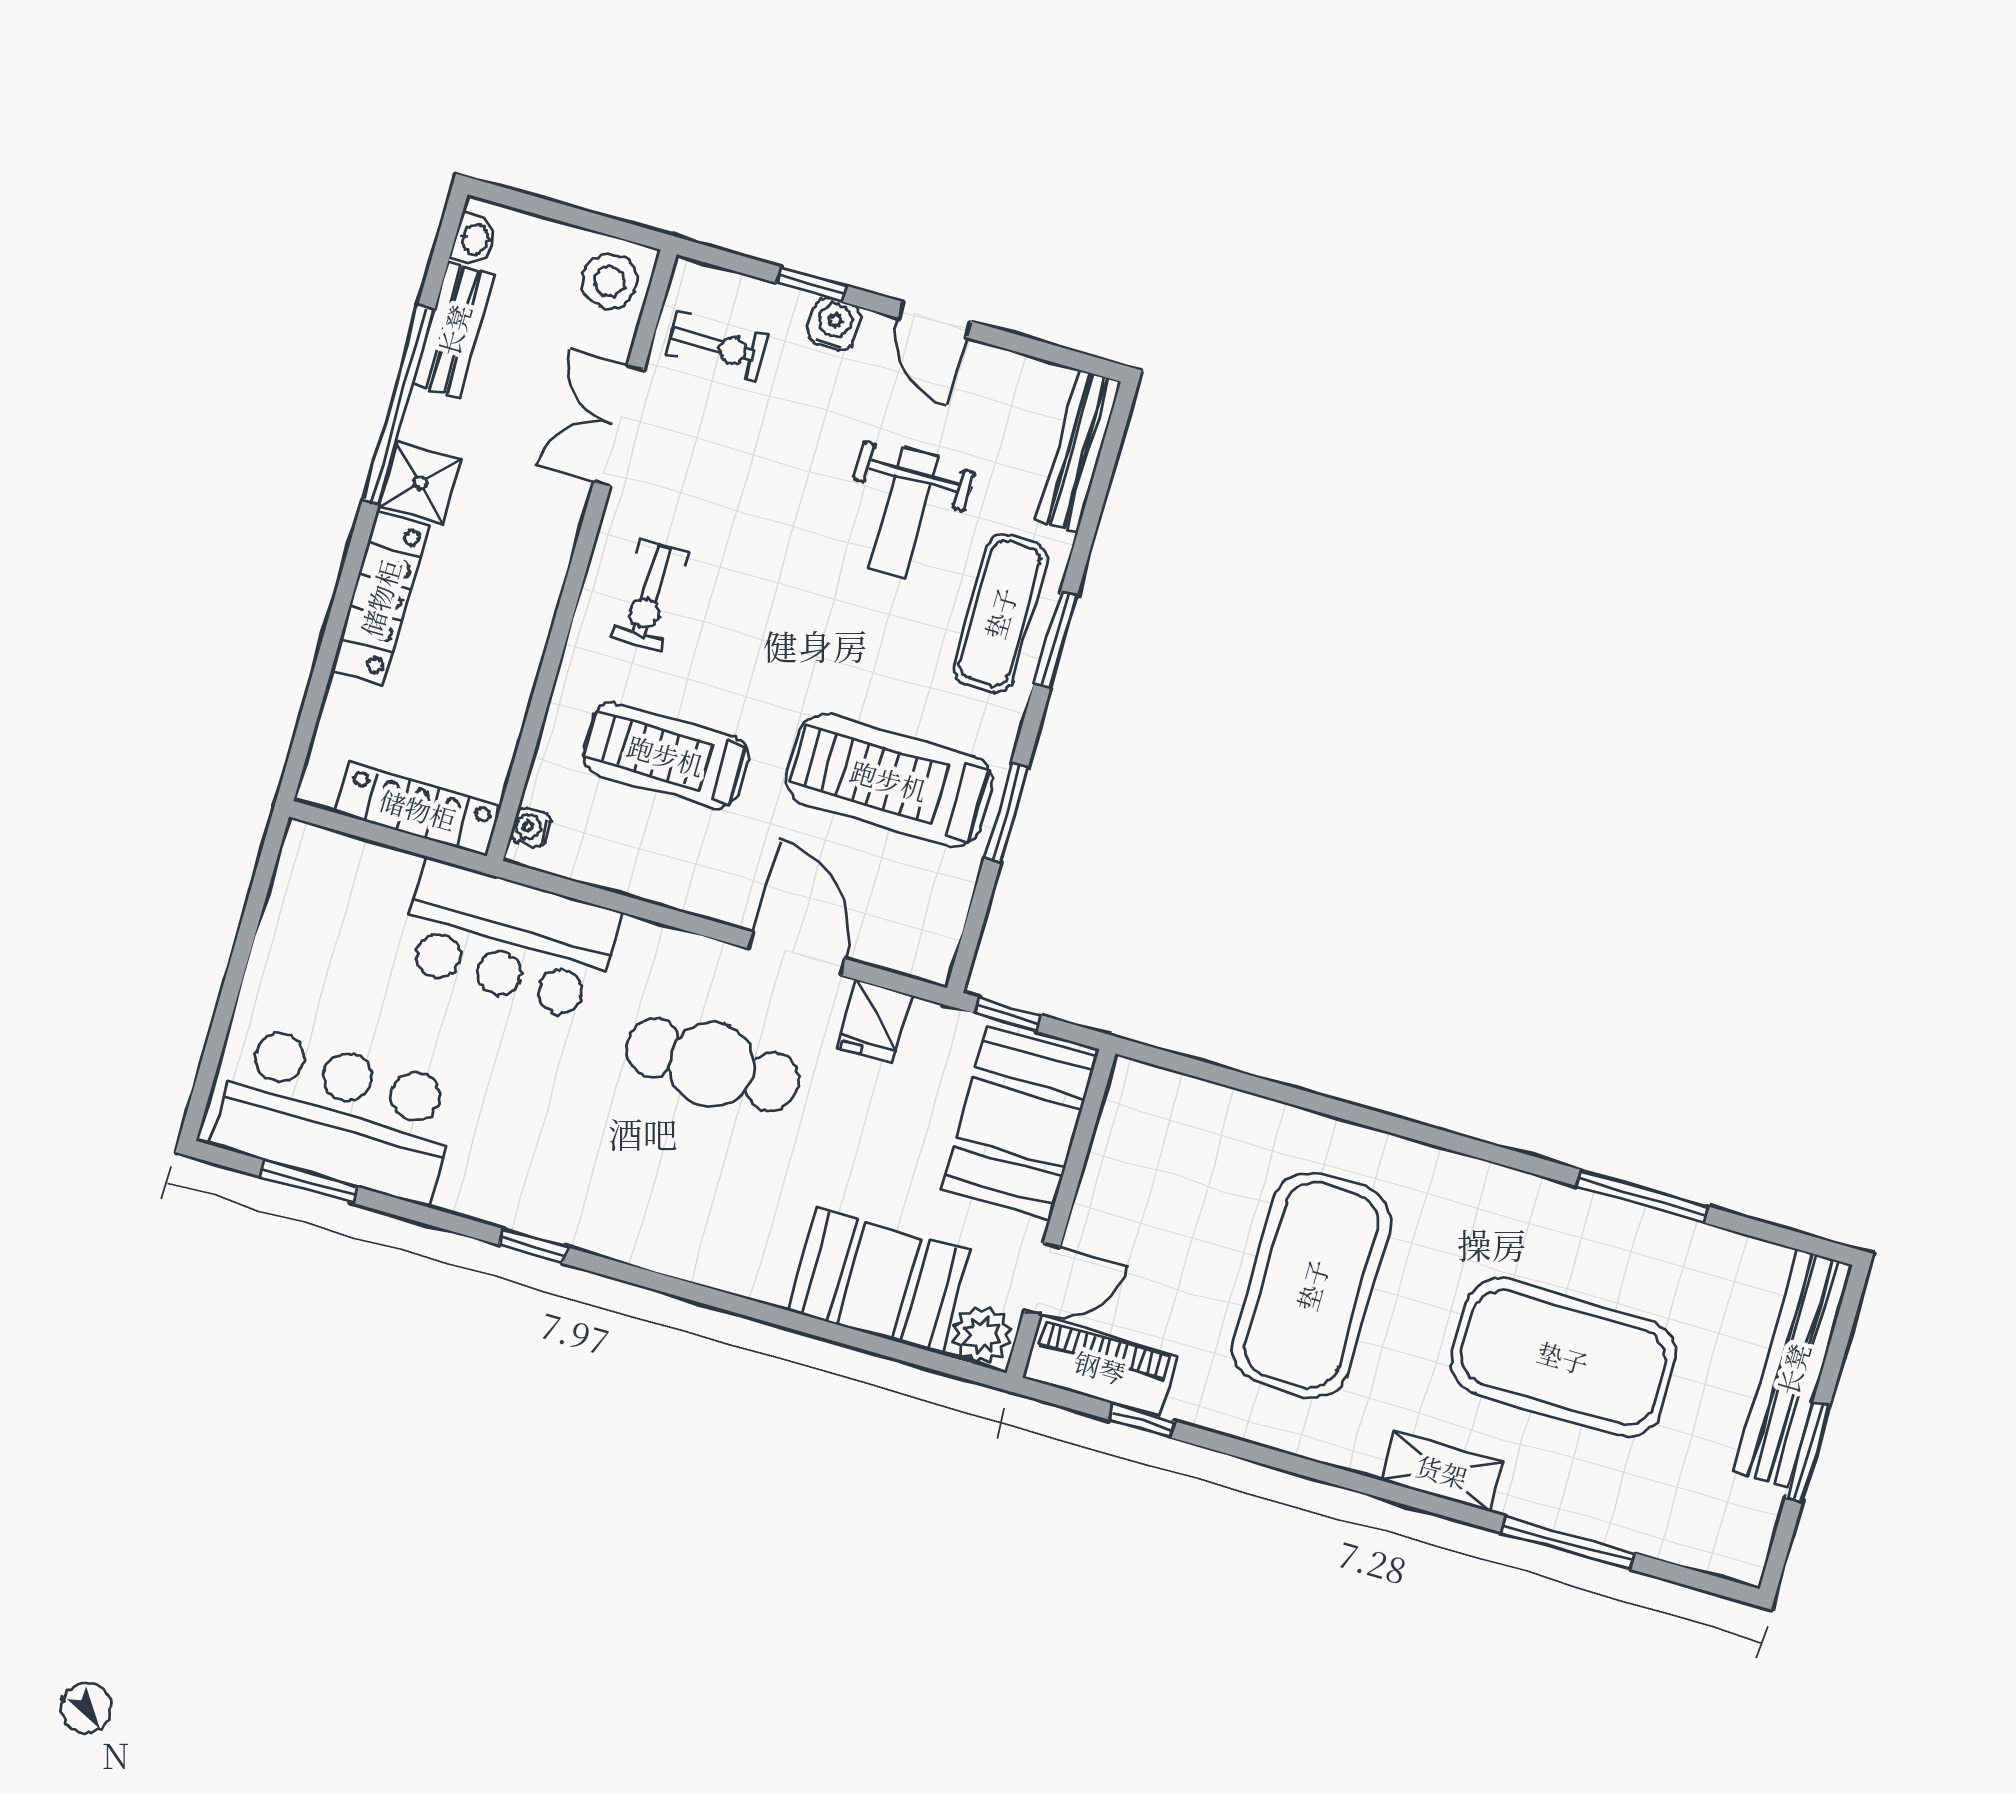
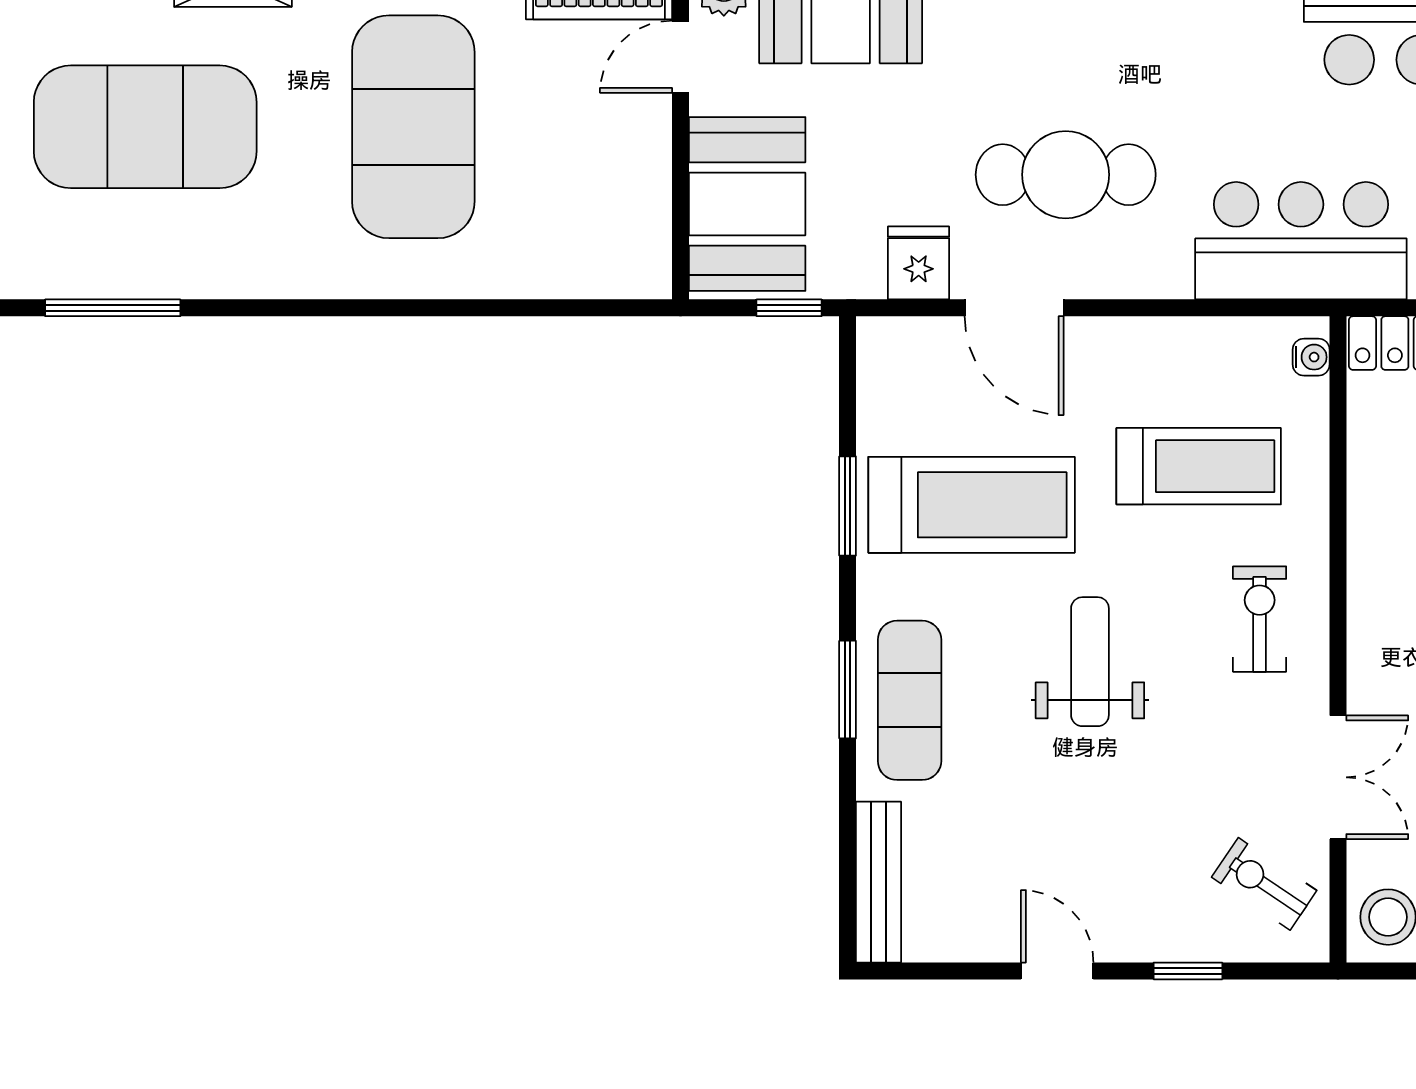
water cooler: (834, 324) -> (1155, 938), removed
exercise bike: (717, 346) -> (1264, 884), turned 34
weight bench: (904, 512) -> (1090, 662), moved

